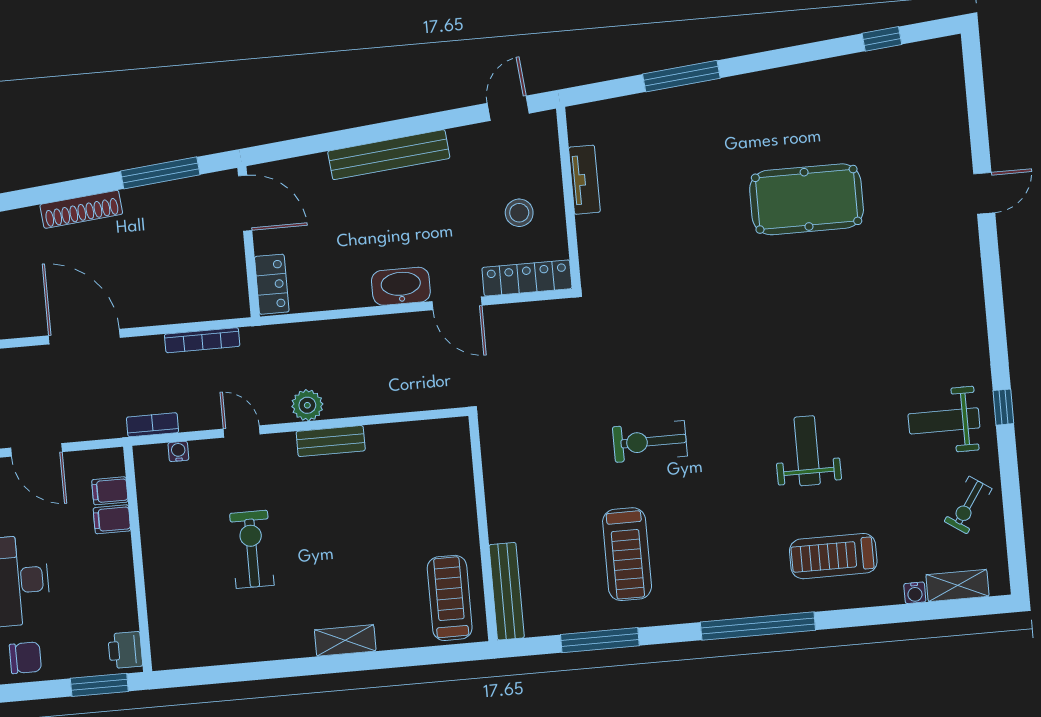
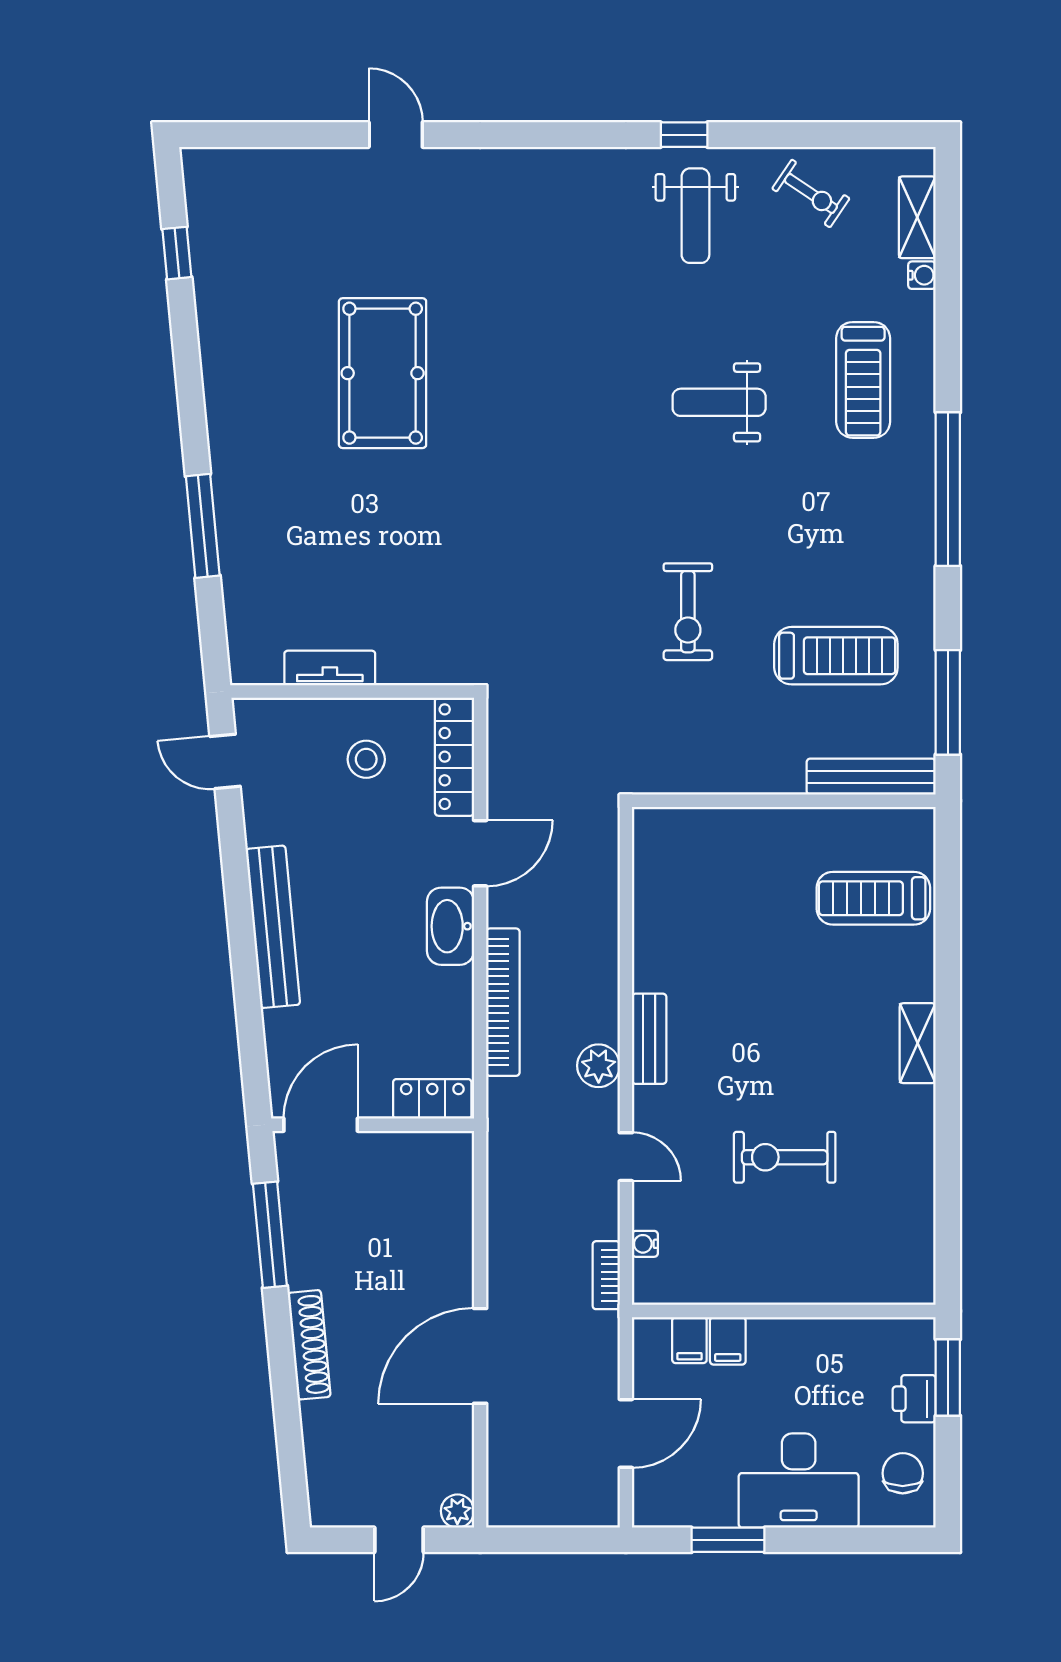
bookcase: (202, 340) -> (503, 1002), moved, width x1.48, depth x1.31
door: (242, 432) -> (626, 1157), swing flipped
wall: (483, 528) -> (784, 801), moved
bench: (507, 591) -> (871, 777), moved
printer: (125, 650) -> (914, 1399), moved, turned 90

